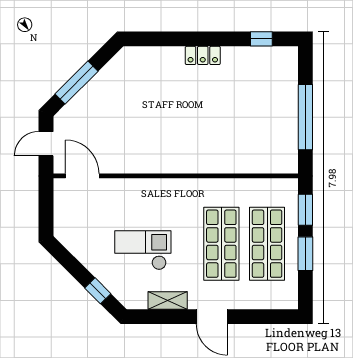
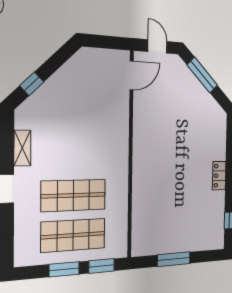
window: (305, 117) -> (174, 259), width x0.68
checkout: (143, 250) -> (68, 126), removed

